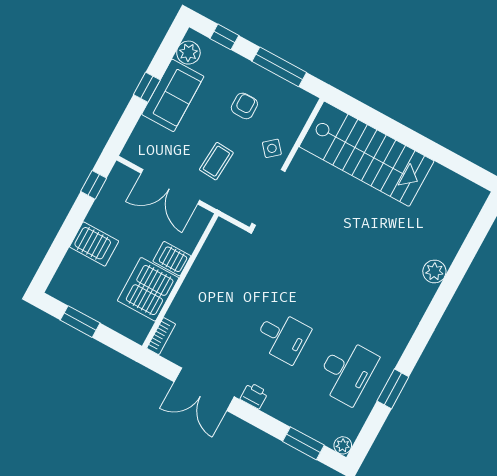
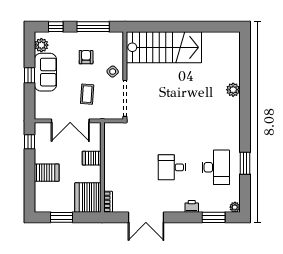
server rack: (148, 289) -> (88, 198), moved
desk: (282, 337) -> (172, 167), turned 180
printer: (254, 396) -> (192, 206), moved

